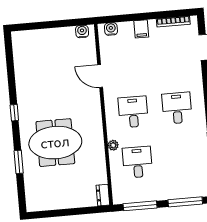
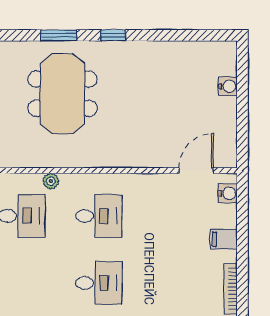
water cooler: (82, 31) -> (228, 86), moved
door: (100, 76) -> (196, 171), moved
window: (19, 162) -> (59, 35), moved

